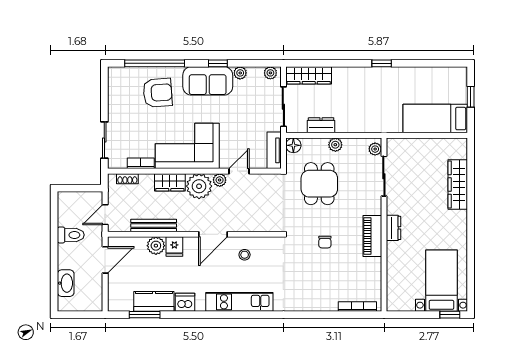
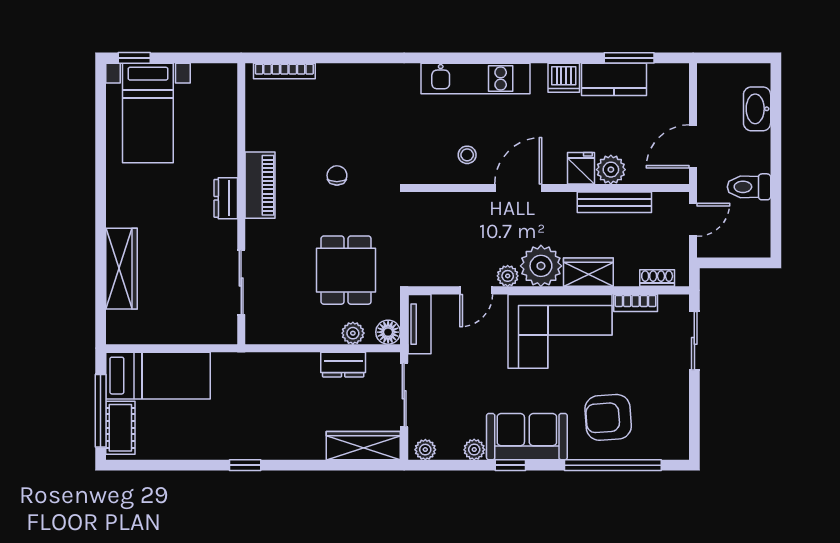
cot: (458, 86) -> (120, 428), added
window: (471, 97) -> (101, 411), width x2.17
plant: (335, 145) -> (353, 333), moved
plant: (375, 149) -> (255, 326), removed

